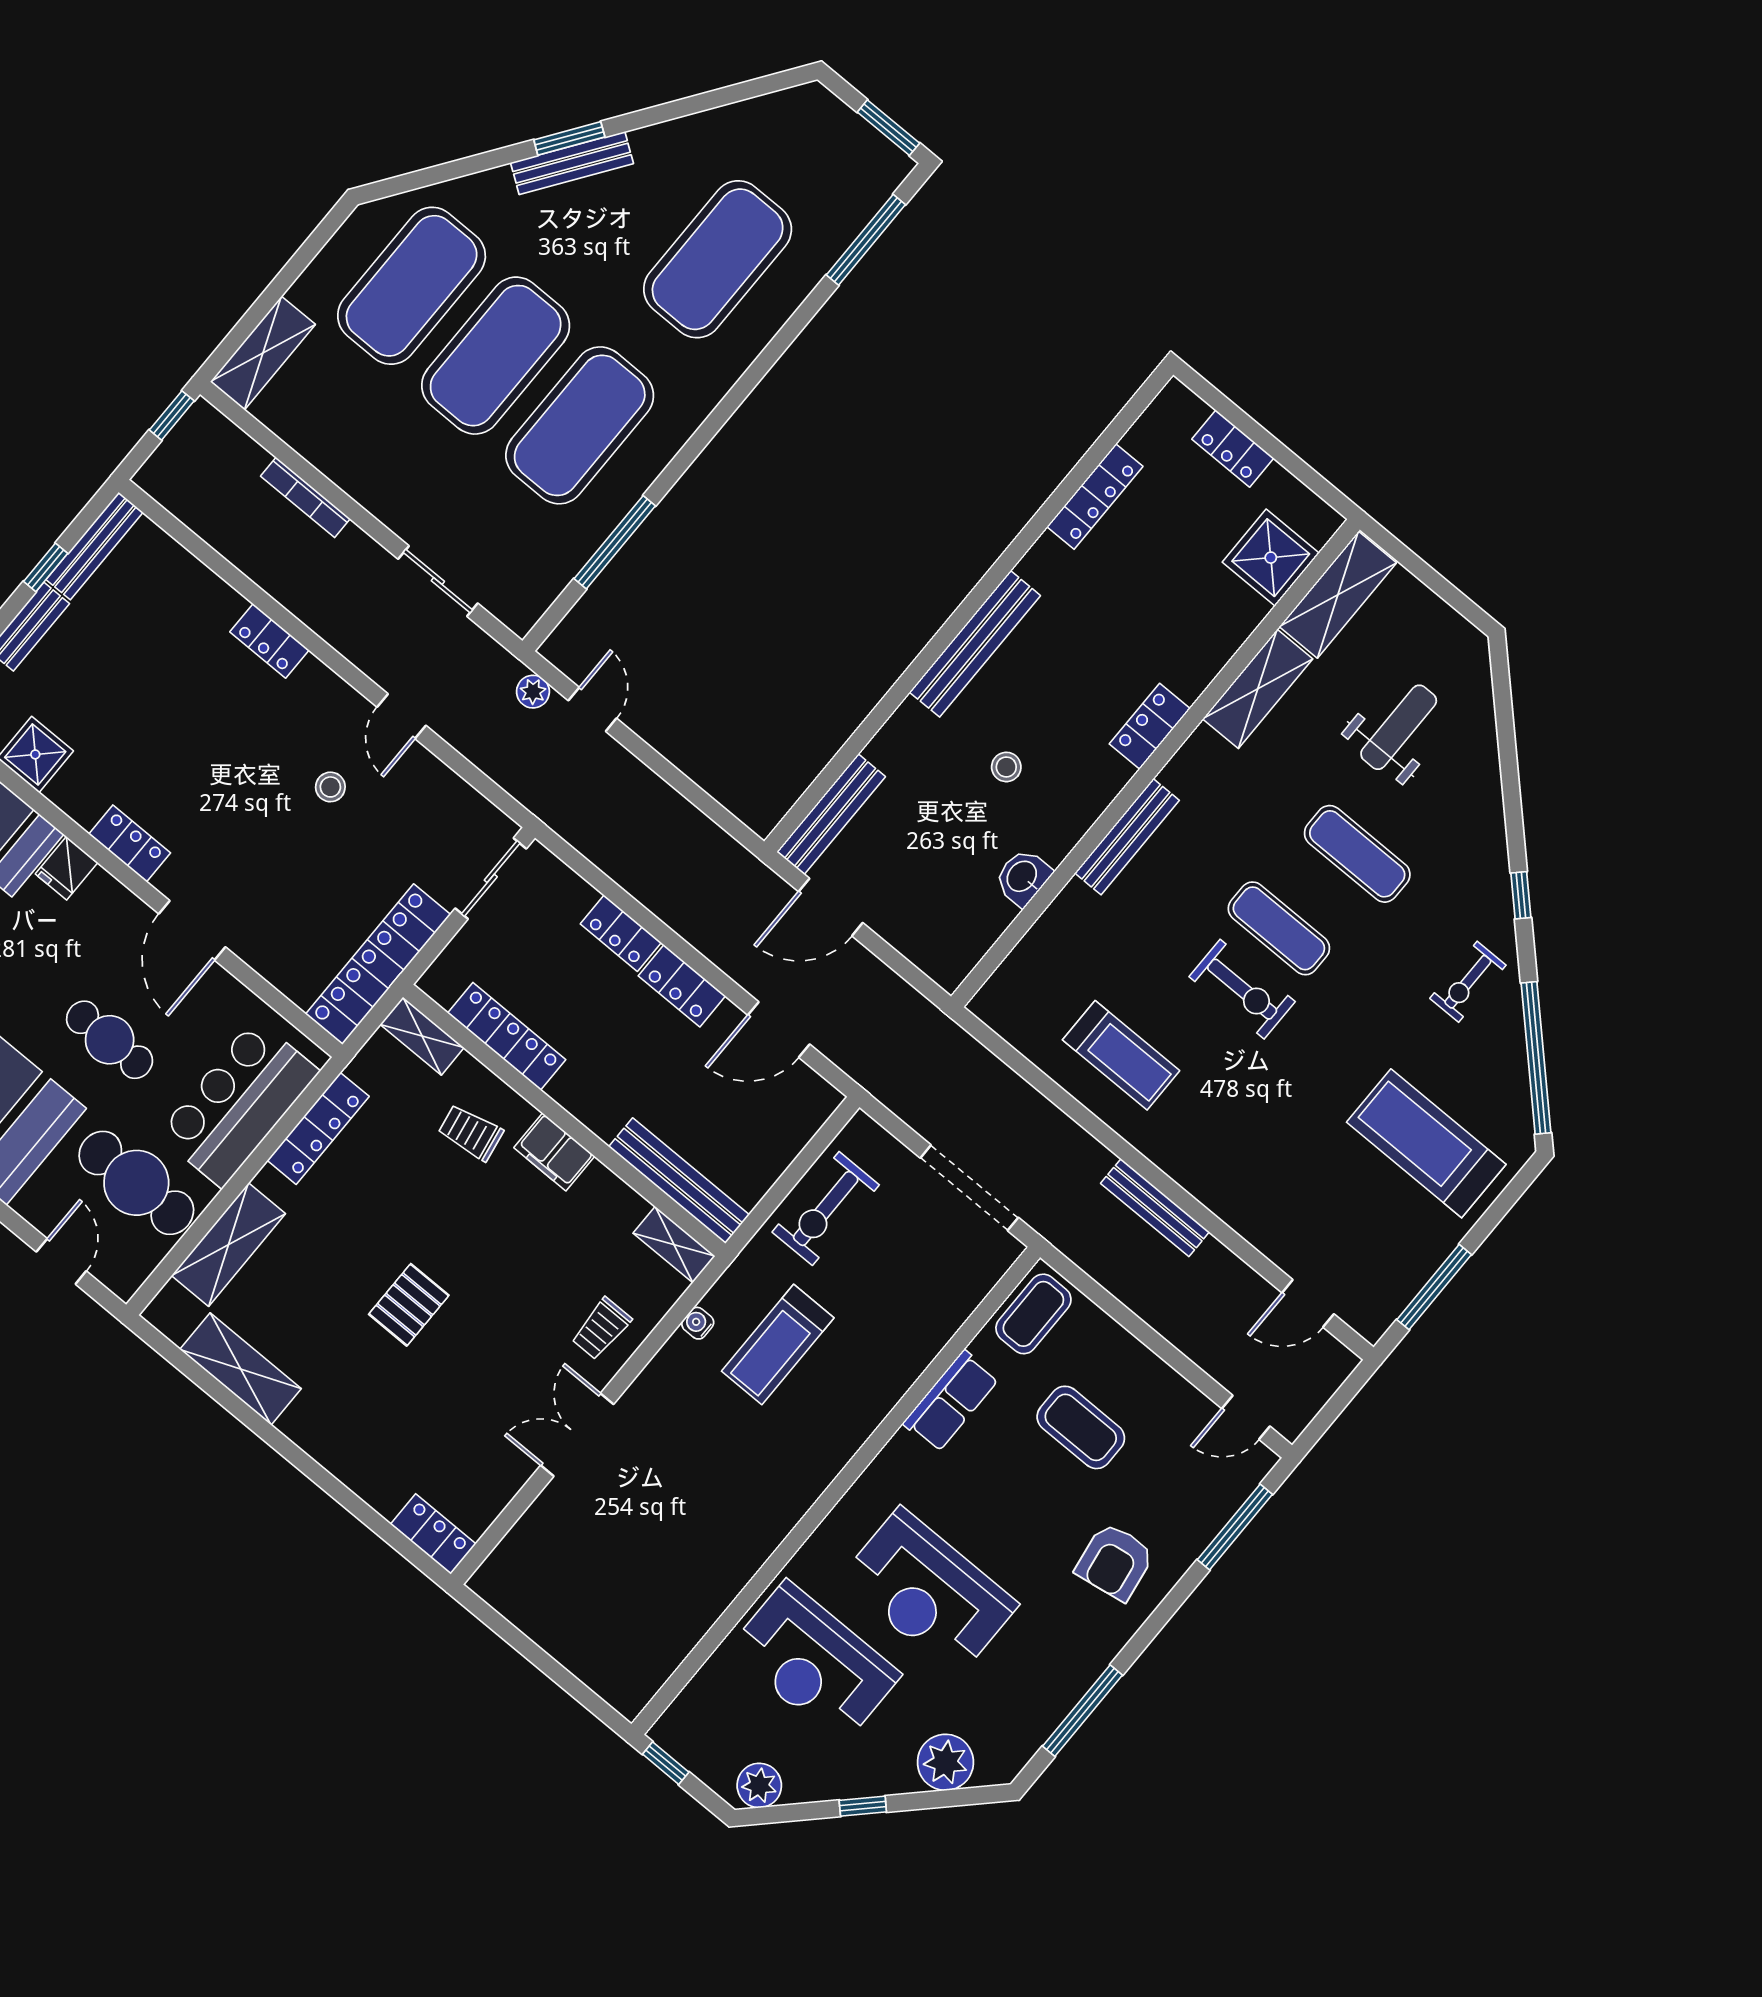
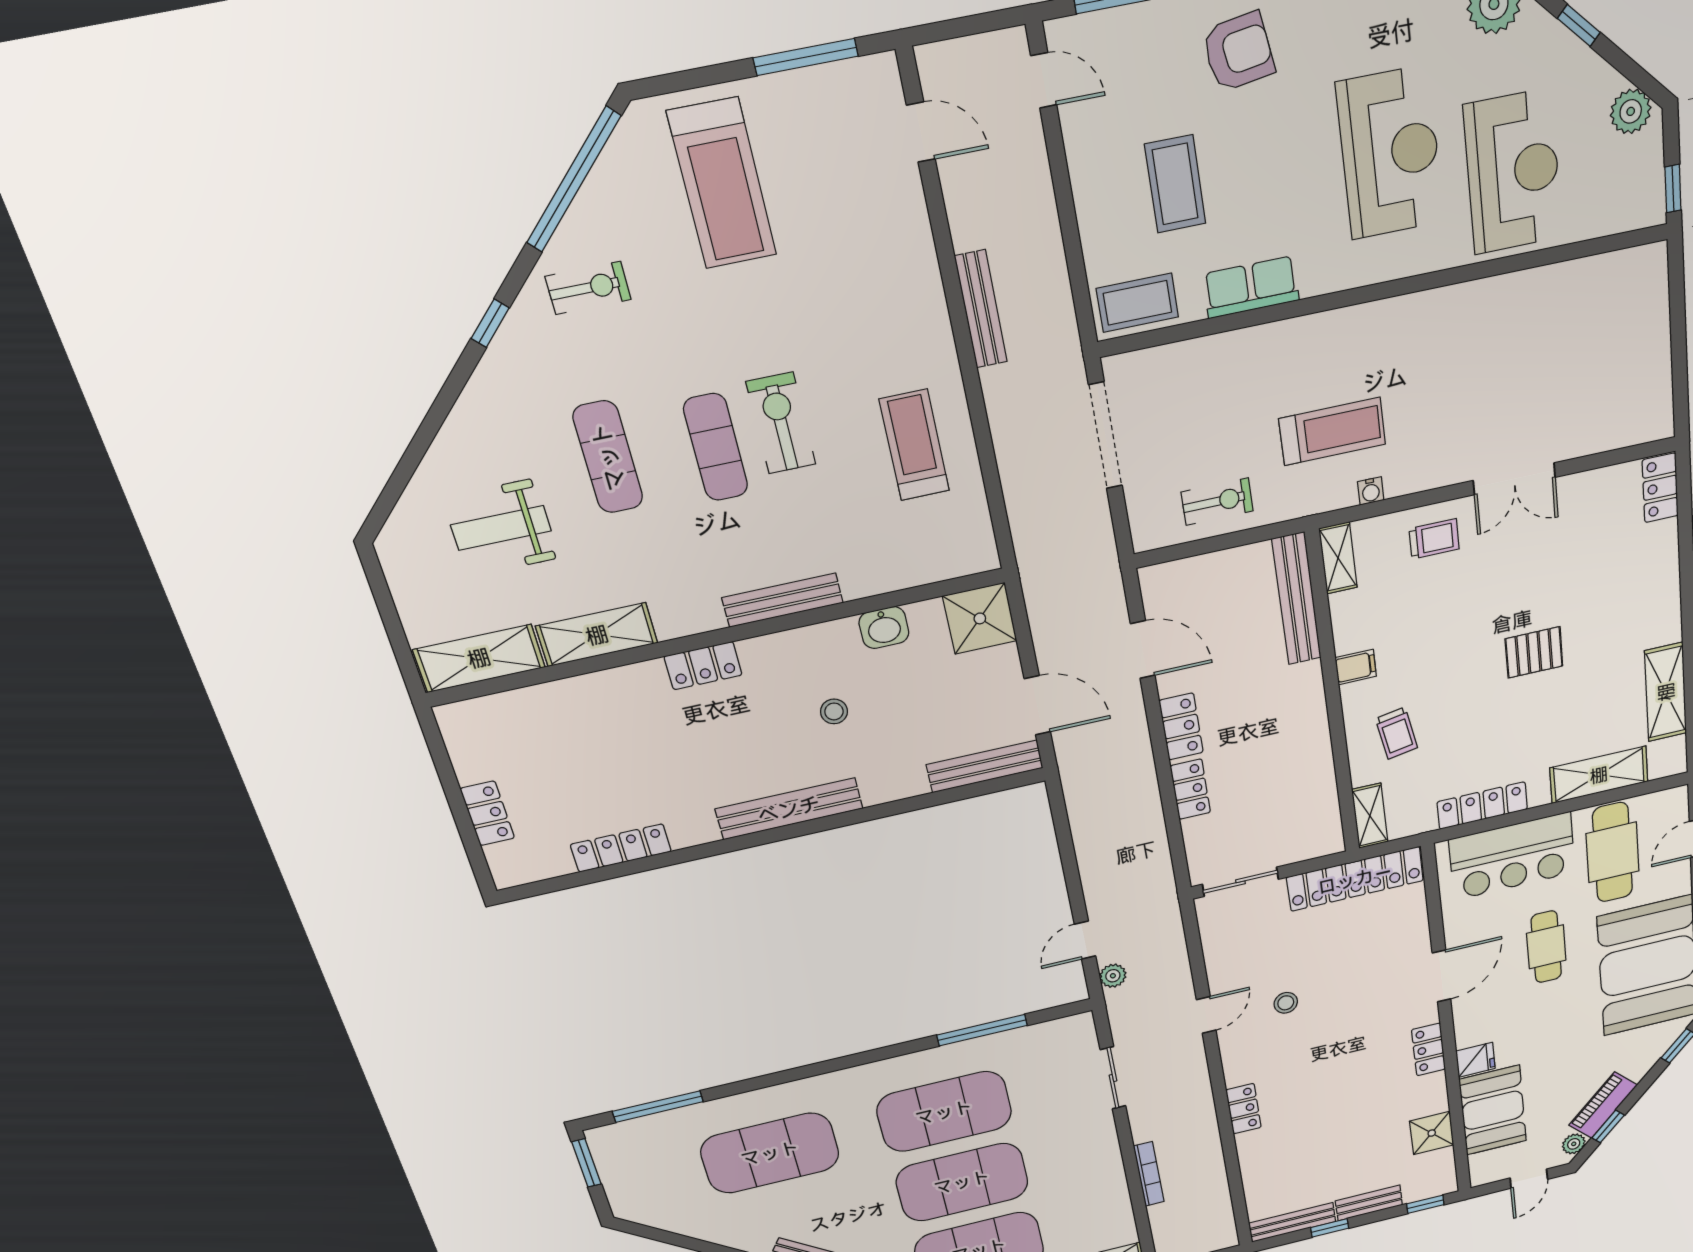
shower: (1271, 558) -> (980, 618), moved
locker: (507, 1036) -> (1319, 777), removed
filing cabinet: (554, 1152) -> (1356, 667), width x0.50
exercise bike: (826, 1208) -> (1217, 501), width x0.73, depth x0.72

